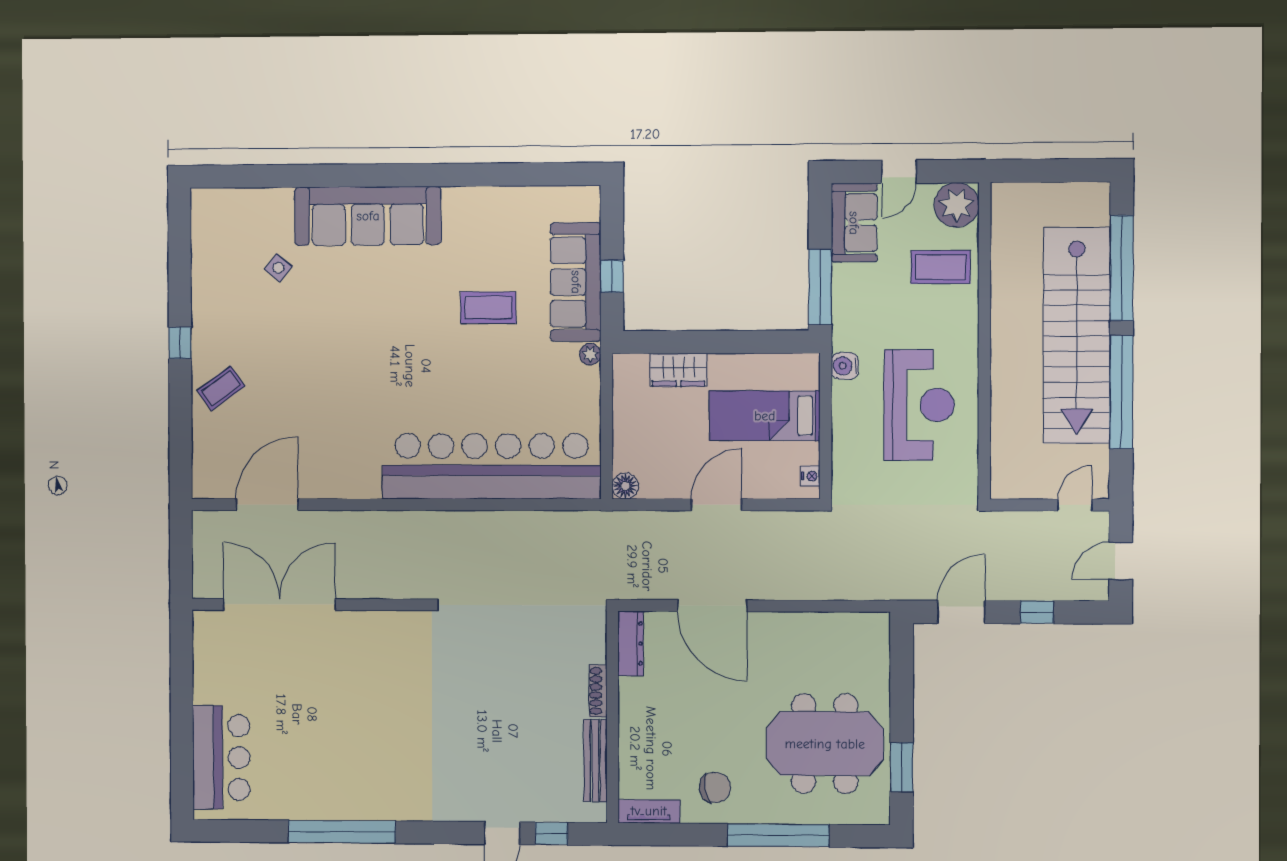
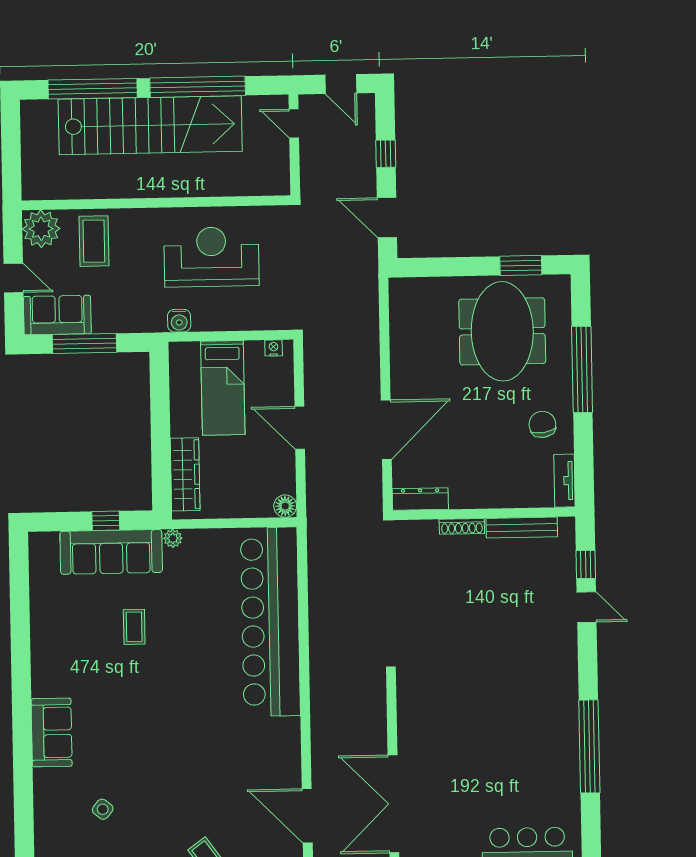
sofa: (368, 216) -> (52, 732), width x0.54, depth x0.79
window: (820, 287) -> (84, 343), moved
coffee table: (488, 308) -> (134, 627), width x0.73, depth x0.77
wardrobe: (679, 370) -> (185, 474), width x1.50

